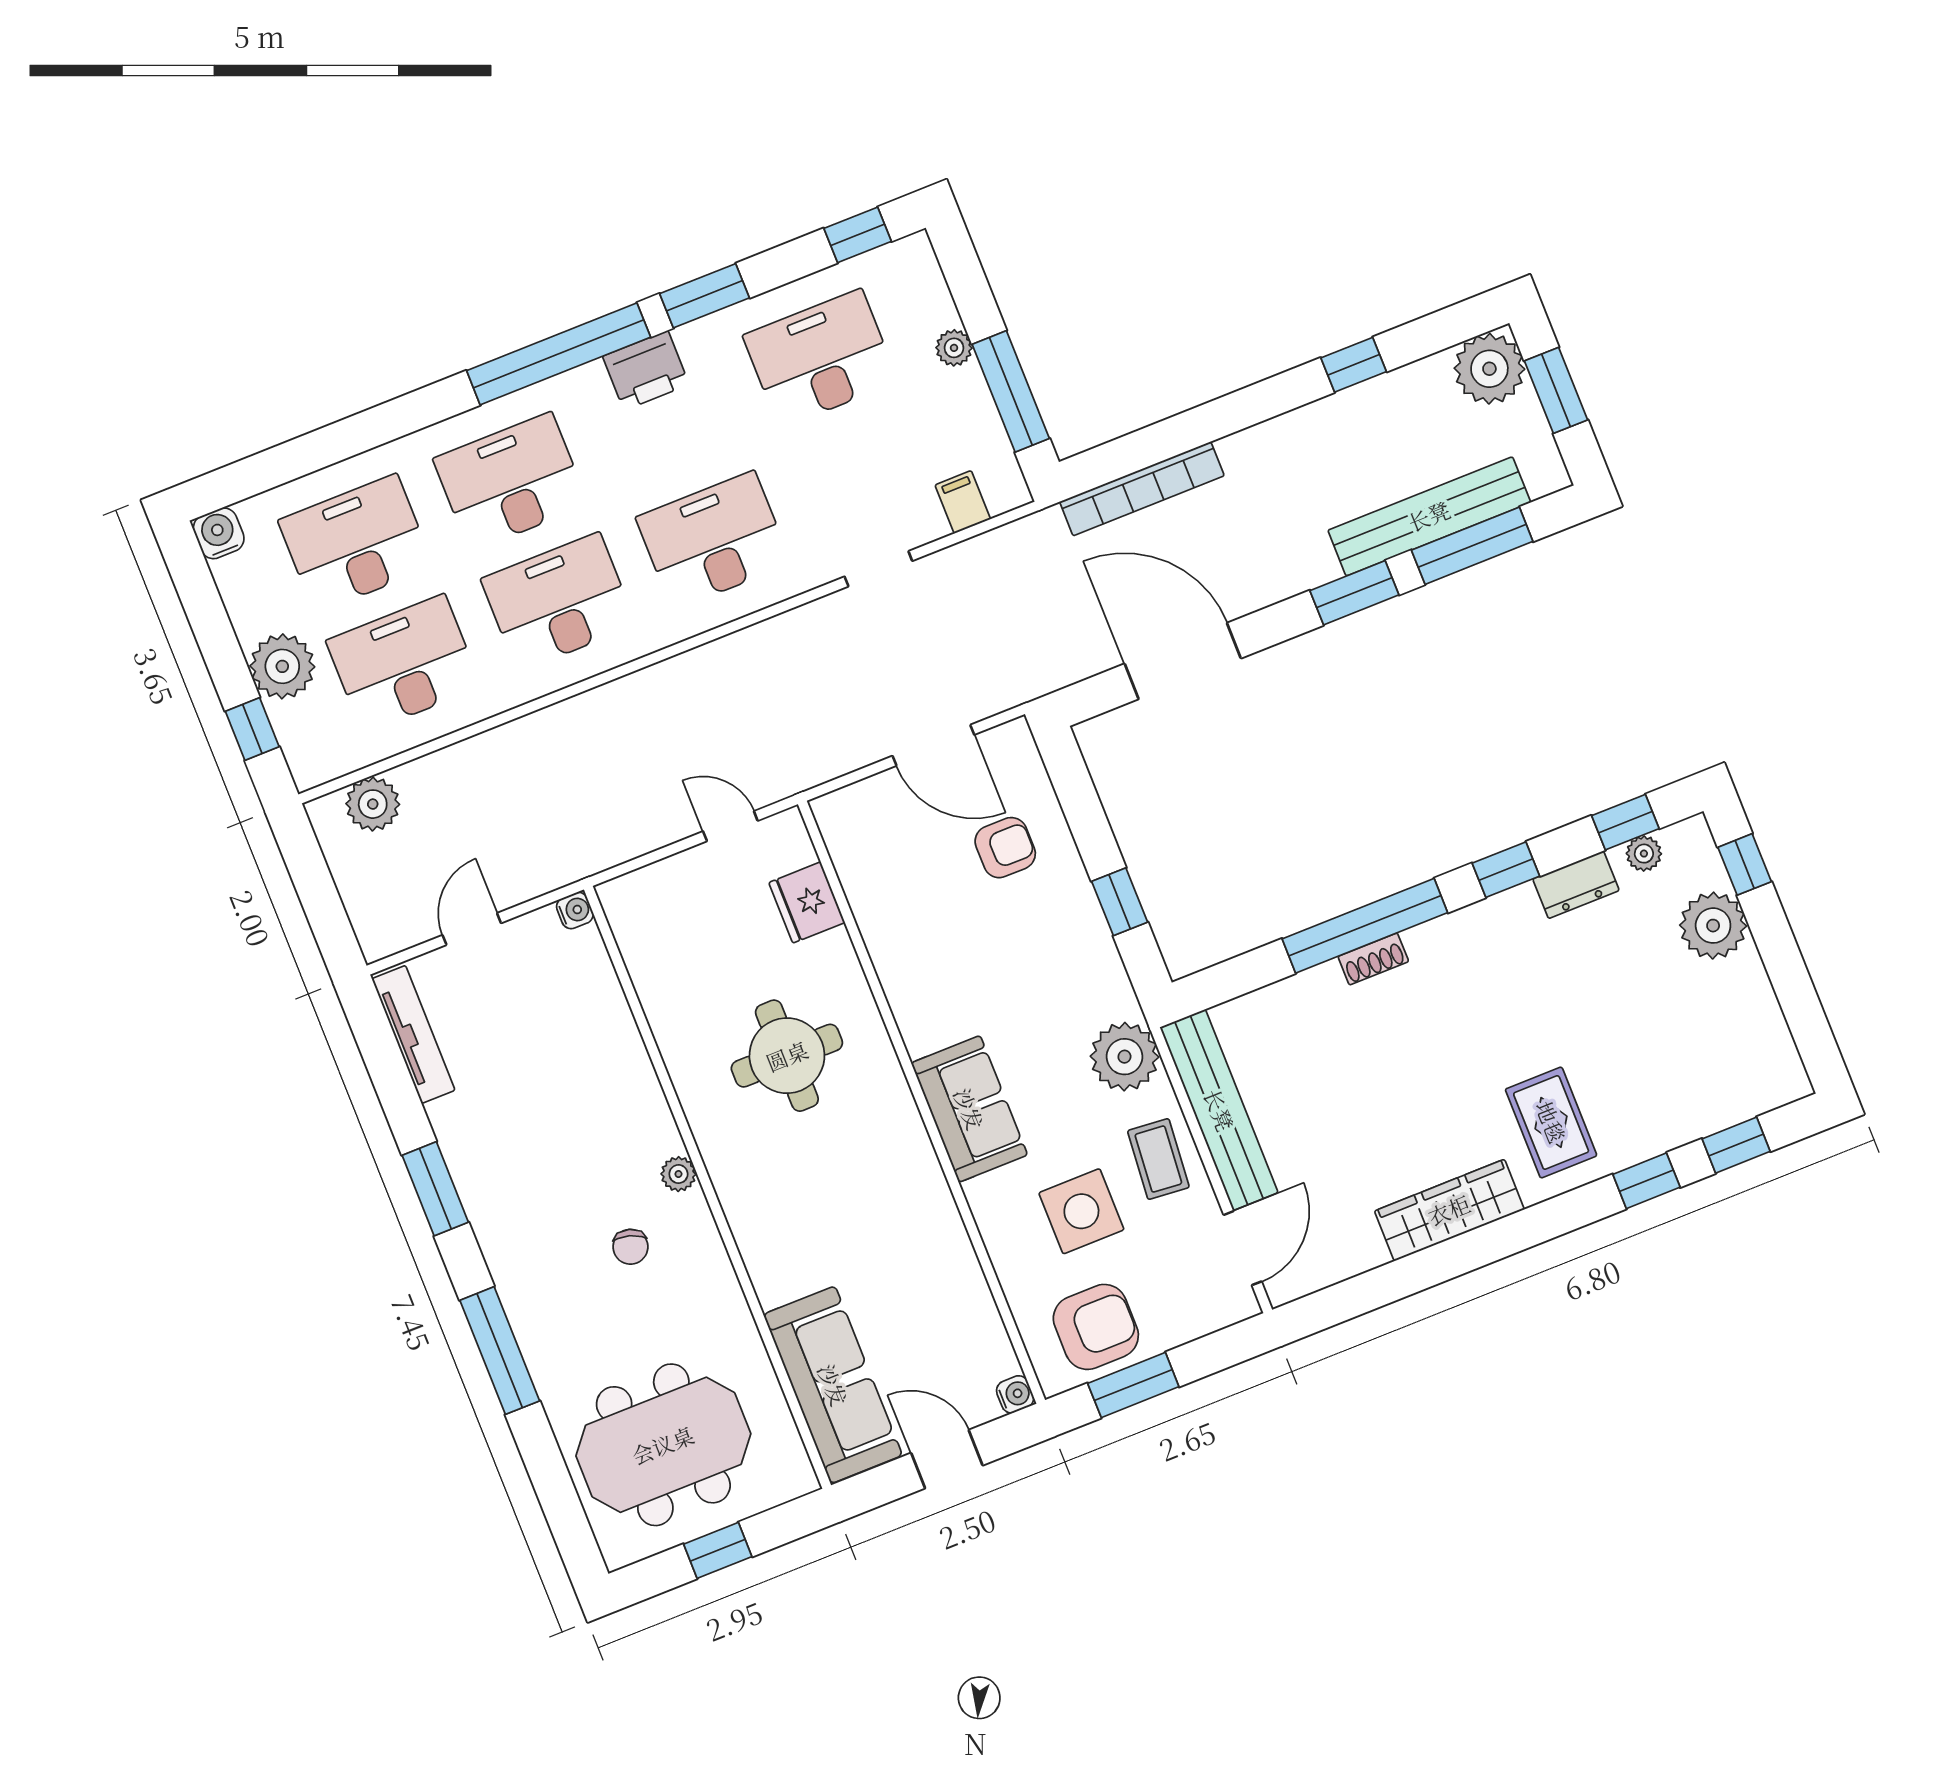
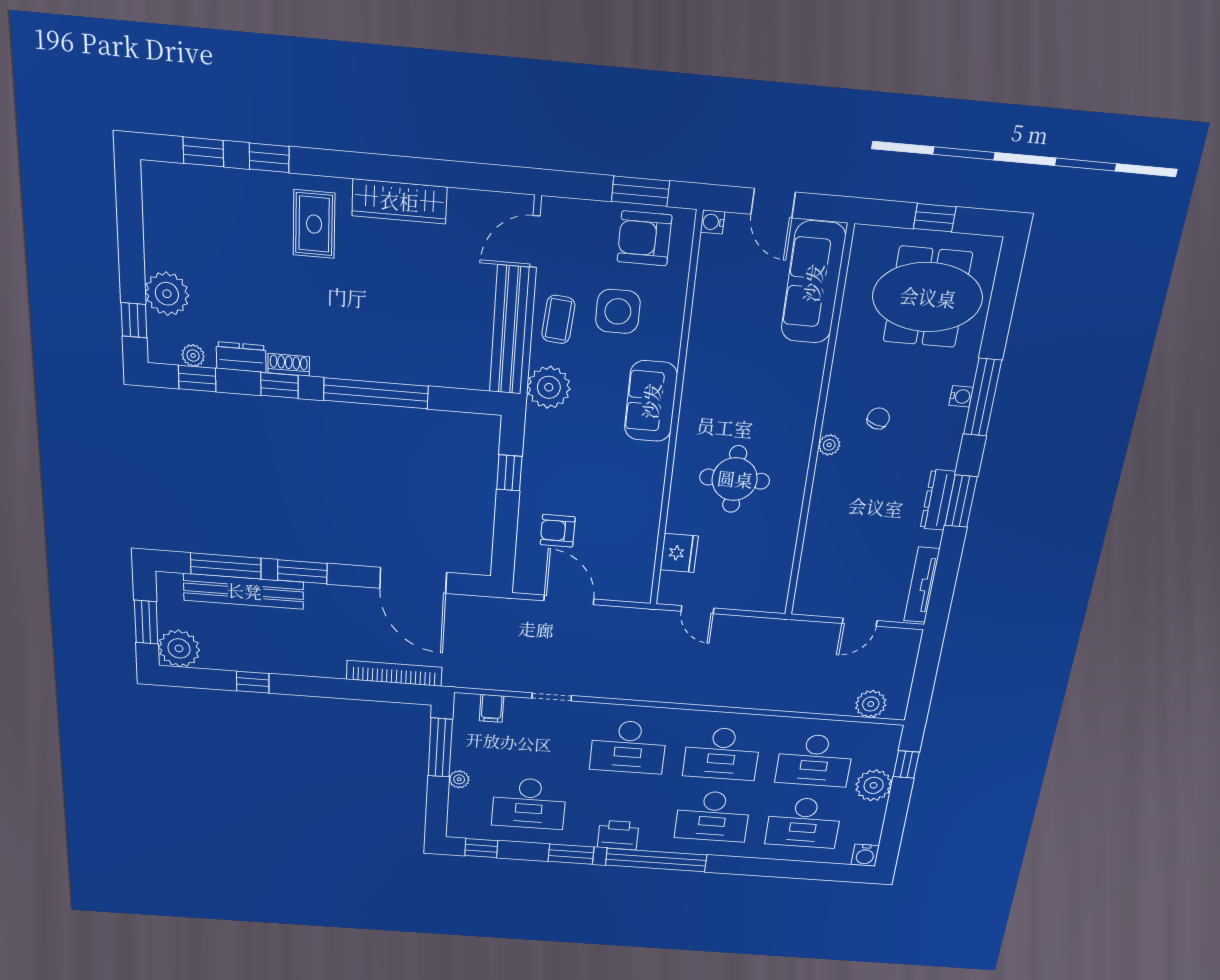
water cooler: (575, 910) -> (961, 396), moved, turned 180
shoe rack: (1373, 959) -> (289, 365), moved
dresser: (471, 1174) -> (938, 500), added

